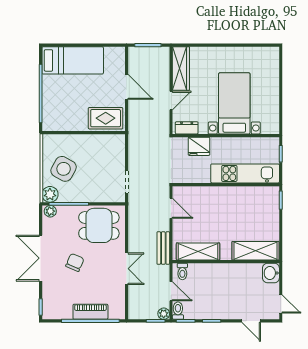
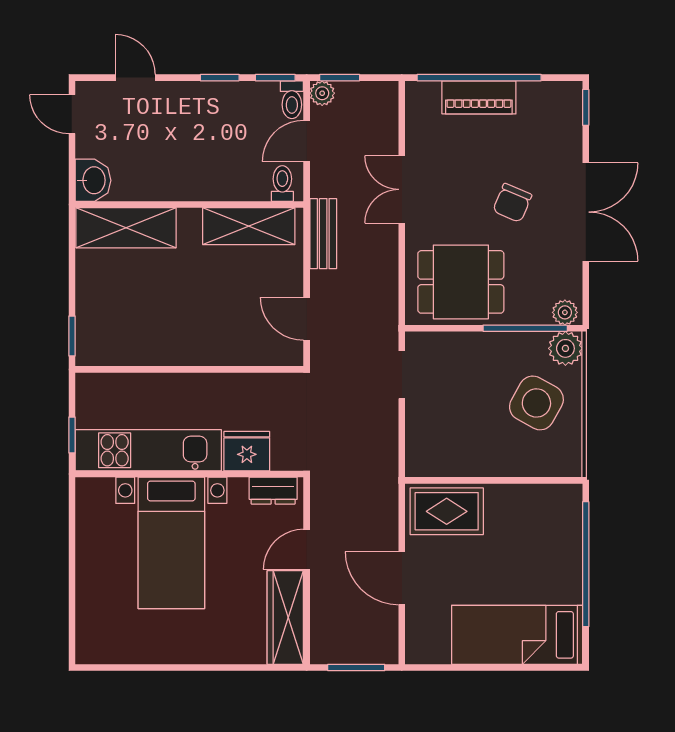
kitchen unit: (245, 173) -> (148, 450), moved, turned 180
door: (171, 291) -> (307, 141), hinge flipped

